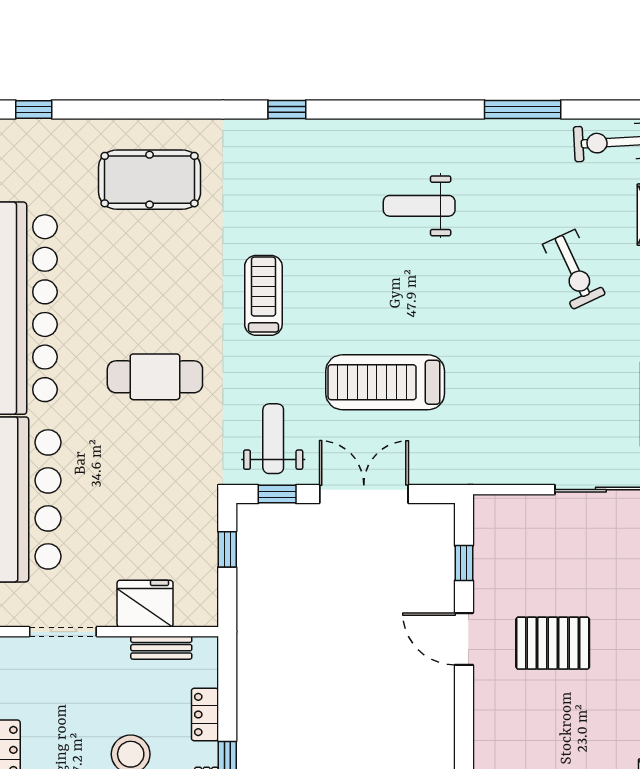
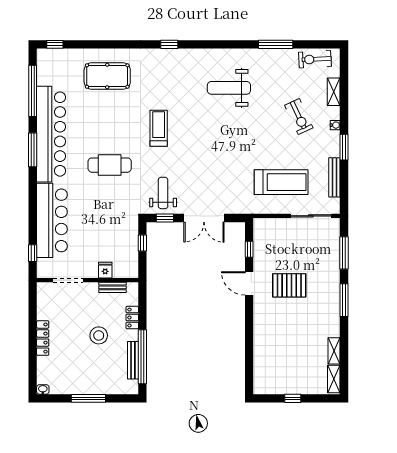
weight bench: (419, 206) -> (229, 88), width x1.36, depth x1.33
treadmill: (385, 382) -> (281, 182), moved, turned 180
double door: (364, 494) -> (204, 218), swing flipped
fridge: (145, 604) -> (105, 270), width x0.53, depth x0.75

